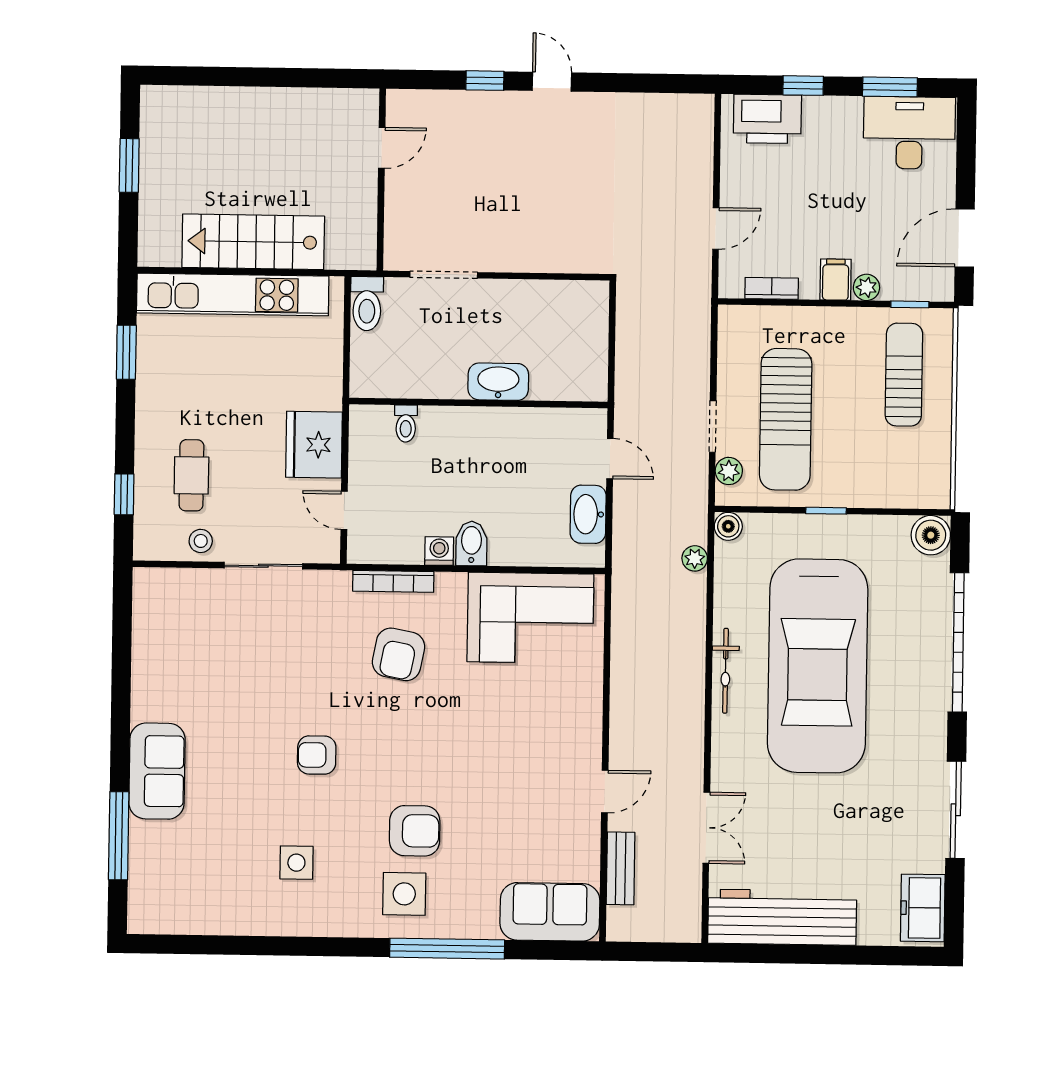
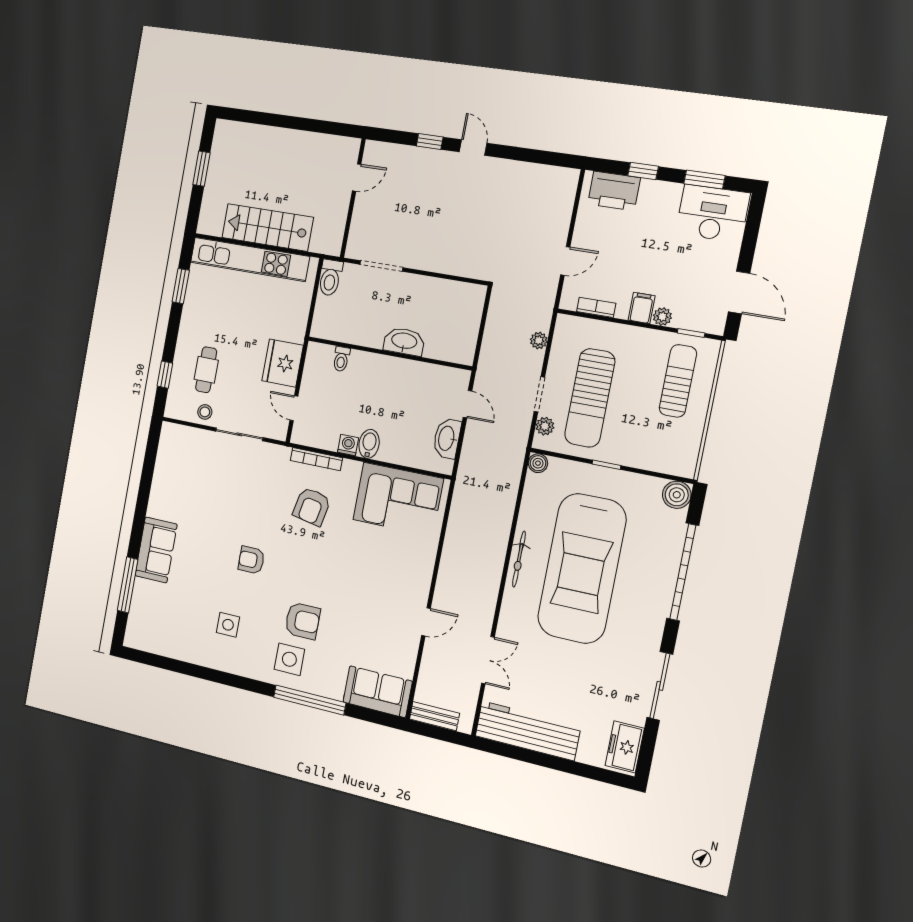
door: (965, 238) -> (739, 293), swing flipped
plant: (695, 558) -> (539, 340), moved
bench: (621, 868) -> (434, 716), moved, turned 90

